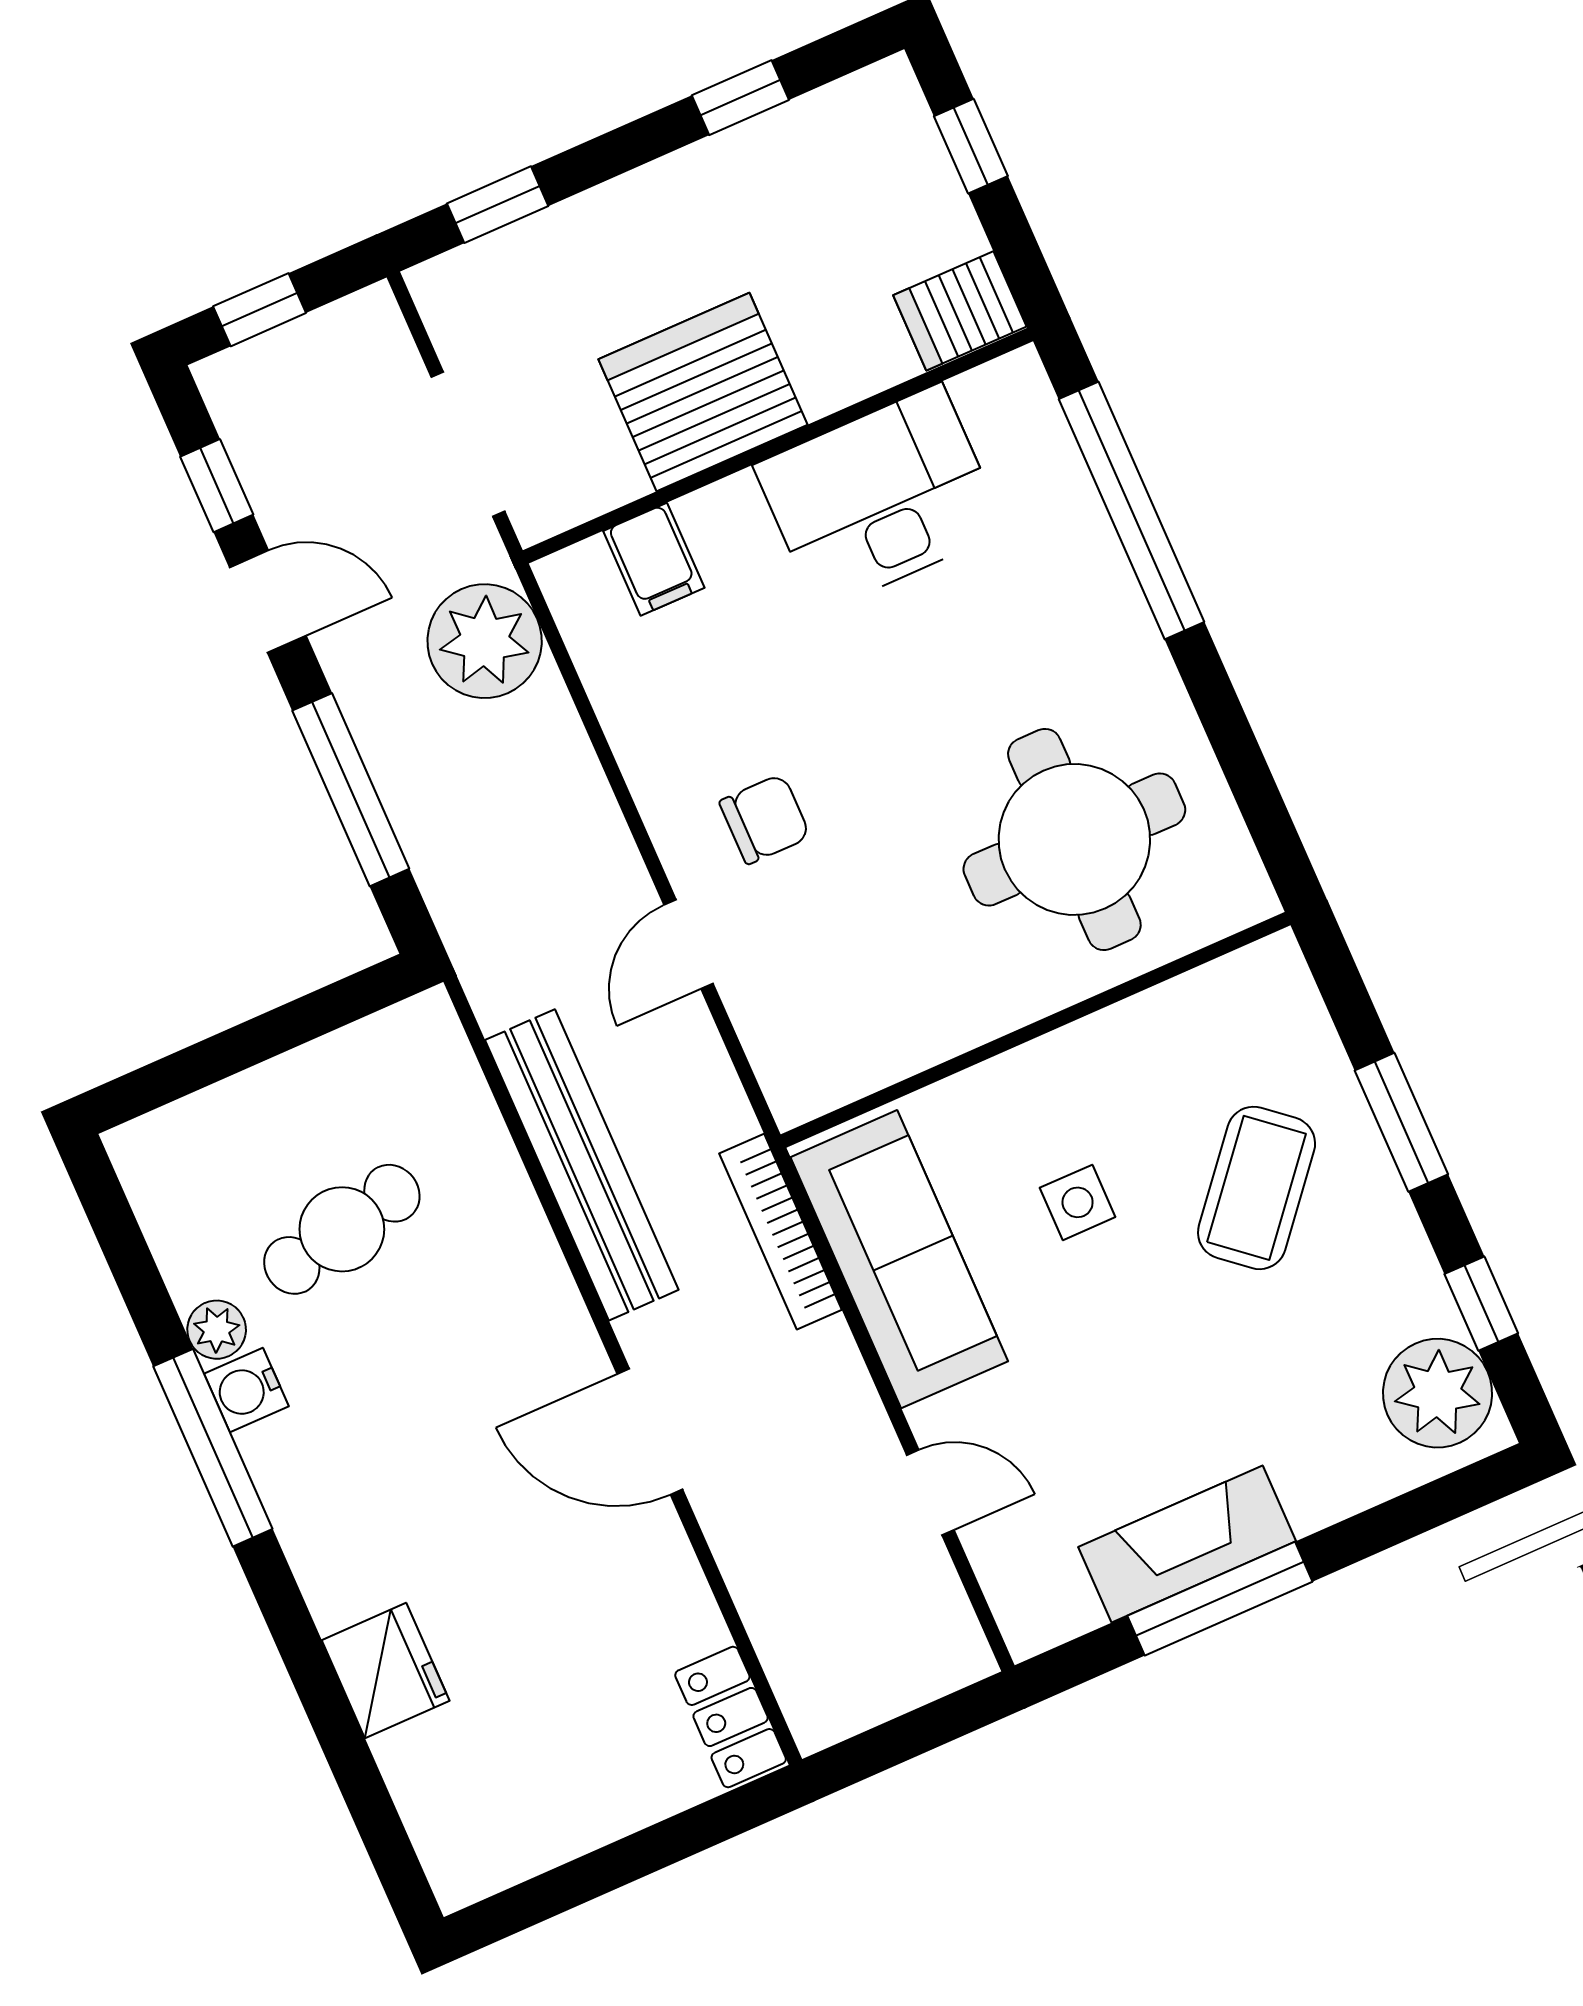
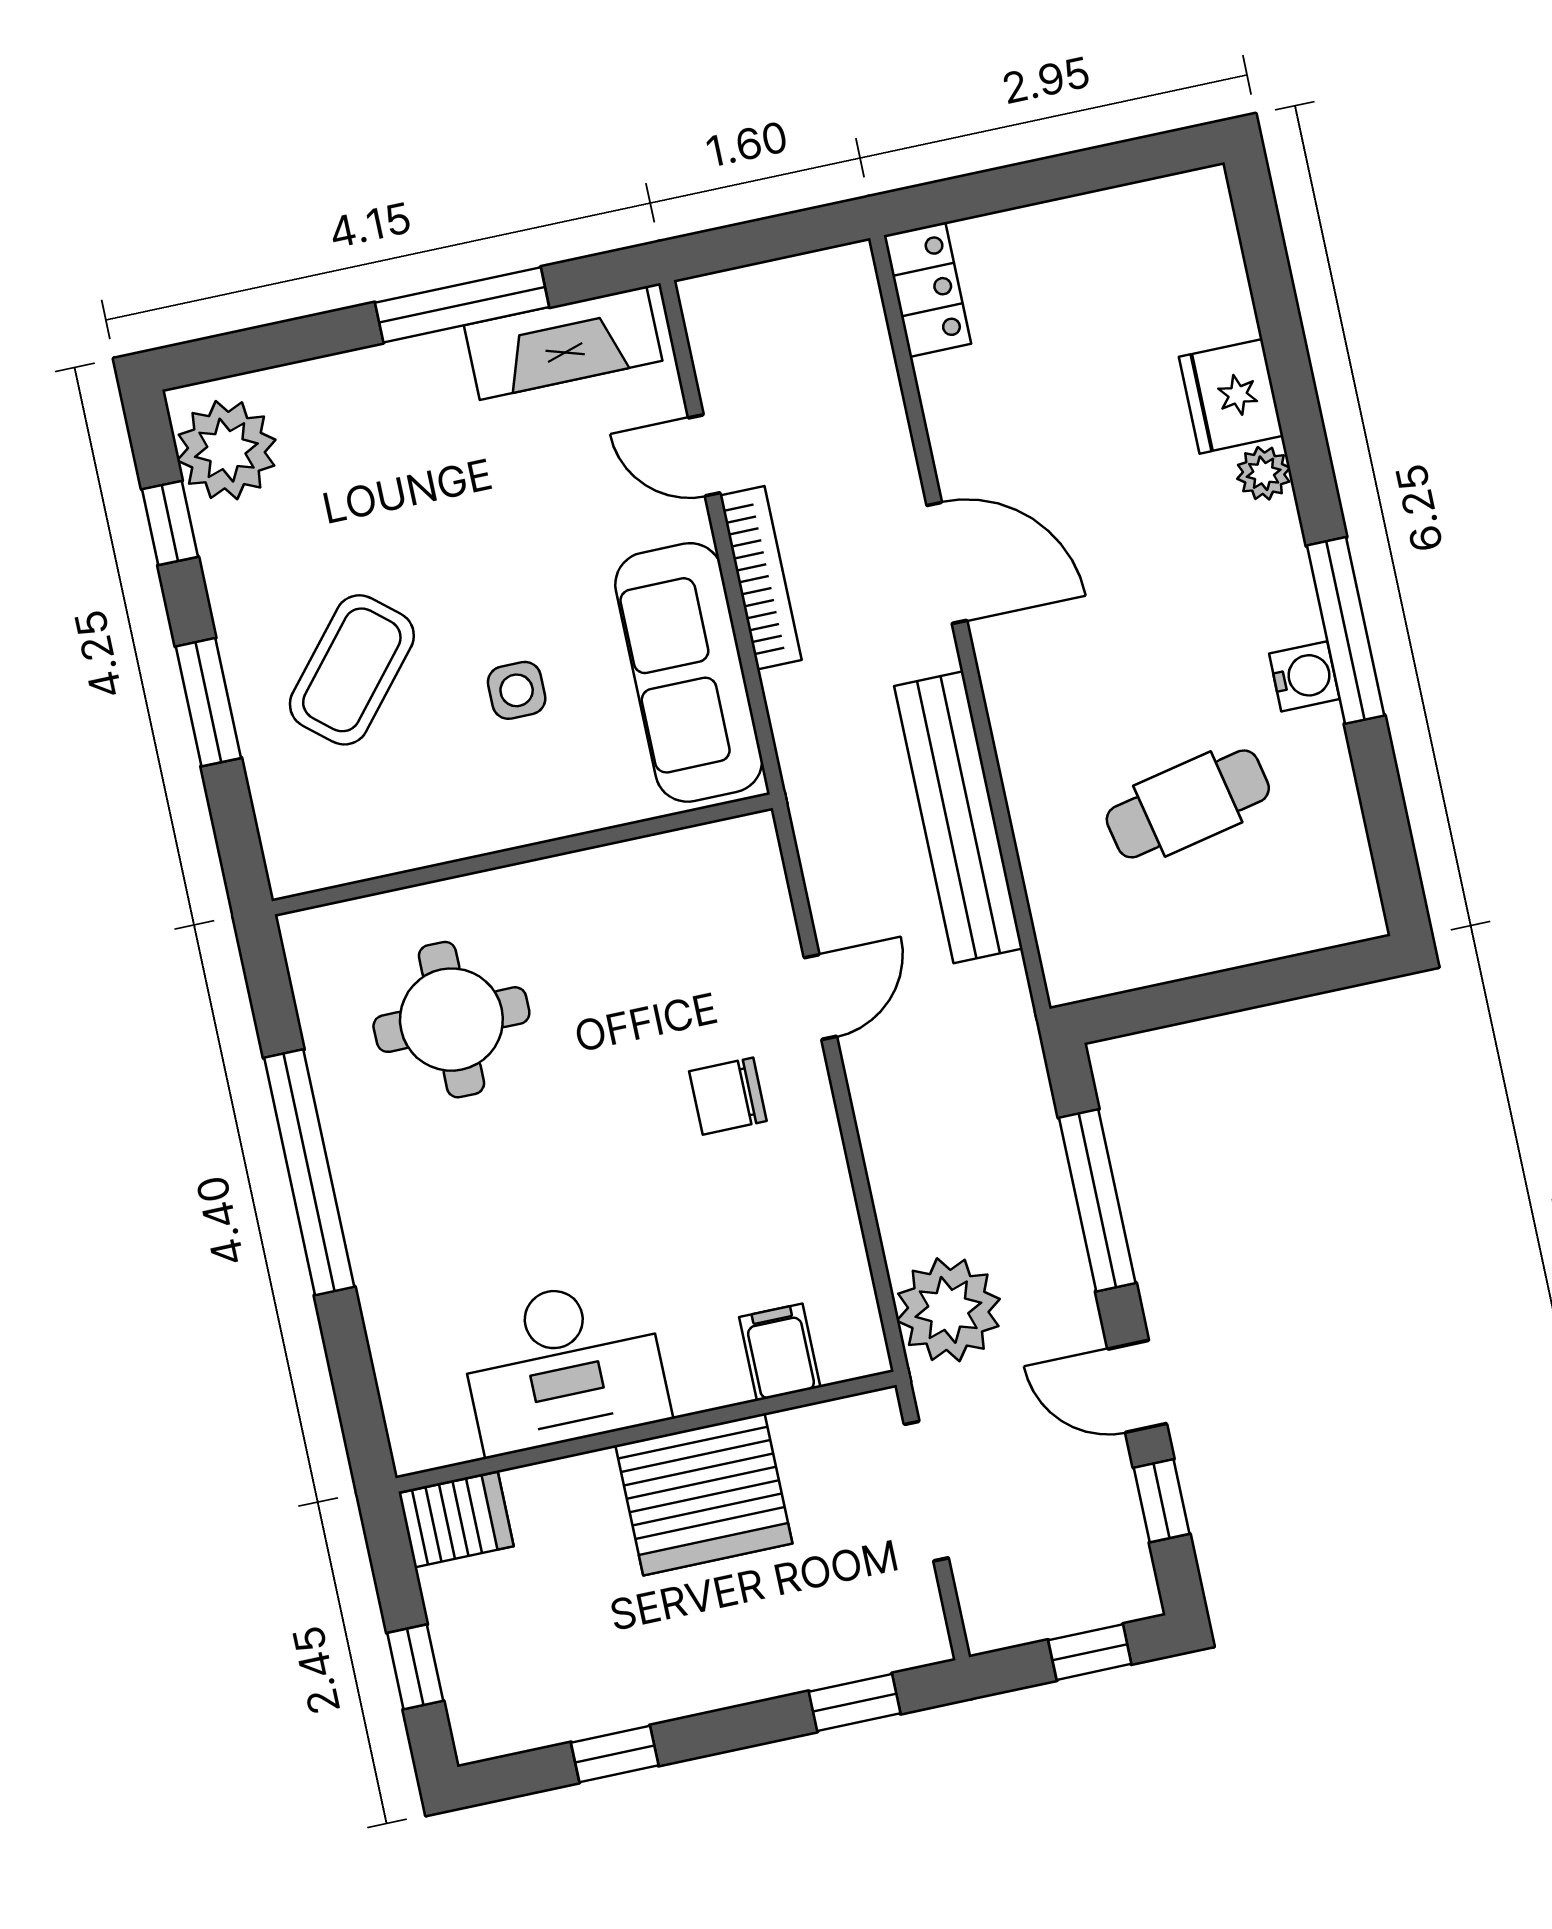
window: (1132, 511) -> (309, 1172), moved
round table: (1074, 839) -> (451, 1020), width x0.73, depth x0.73
bookcase: (780, 1232) -> (761, 578), moved
plant: (217, 1330) -> (1264, 473), moved
fireplace: (1187, 1544) -> (563, 343), moved

